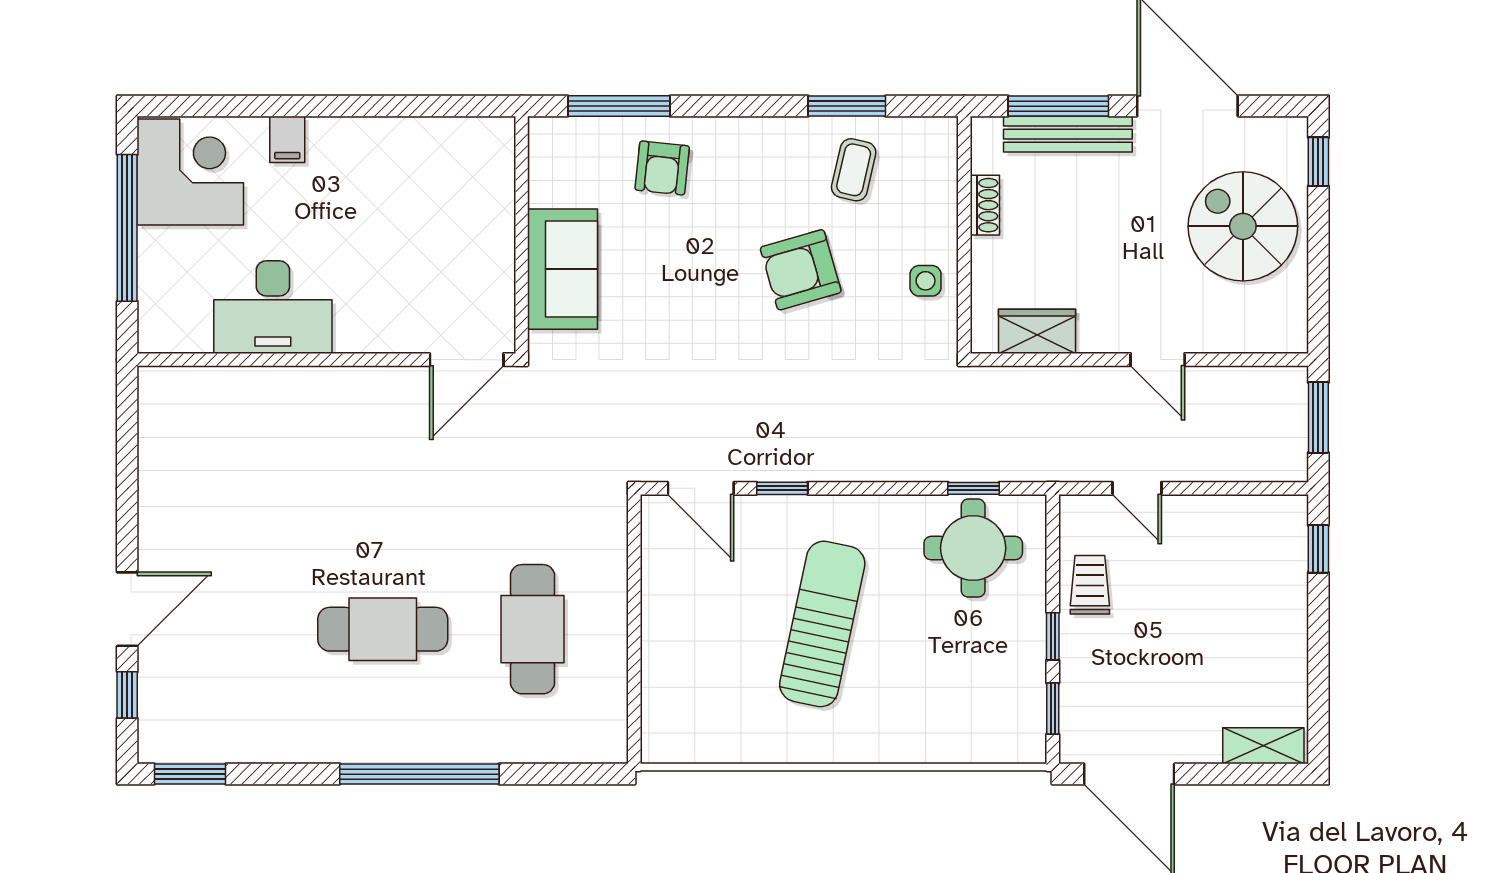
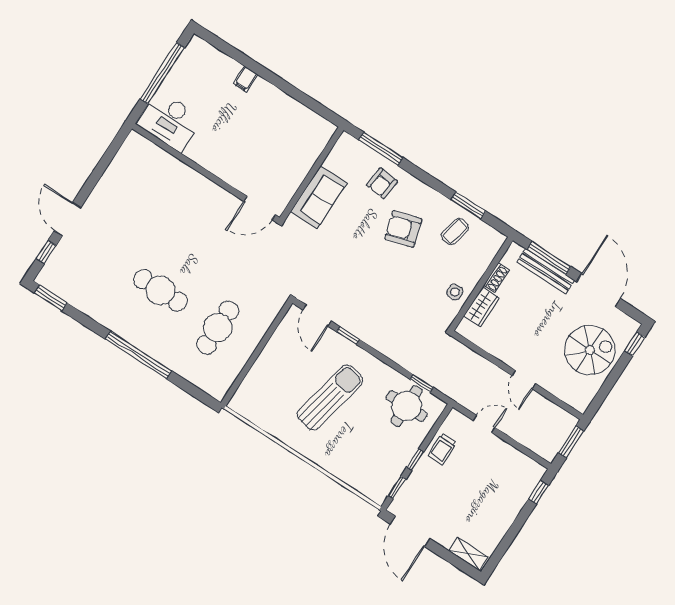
corner desk: (190, 172) -> (200, 67), removed
spiral stairs: (1243, 226) -> (590, 350), turned 90
armchair: (801, 270) -> (403, 229), moved
desk: (273, 307) -> (170, 121), moved
wardrobe: (1037, 331) -> (481, 307), moved, turned 90
door: (1137, 488) -> (484, 424), swing flipped
trolley: (1090, 585) -> (442, 449), turned 180
door: (127, 609) -> (68, 219), swing flipped

